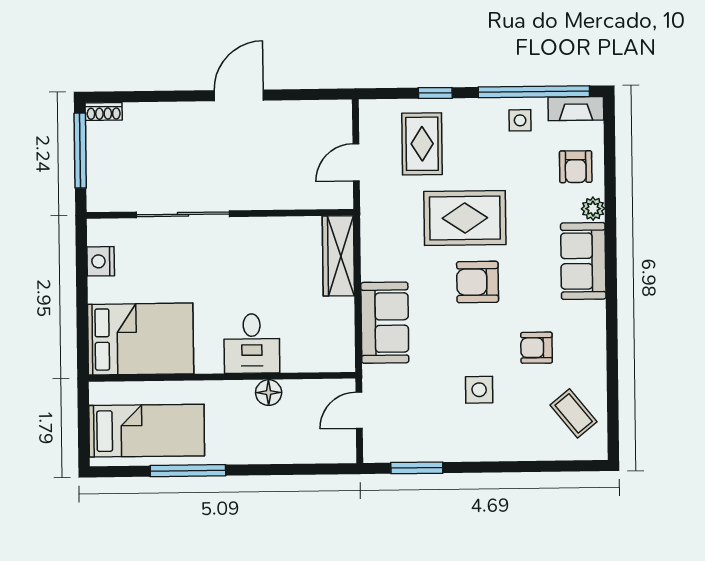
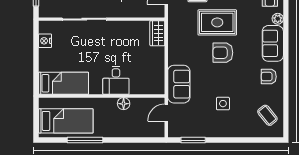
wardrobe: (338, 256) -> (157, 33), width x0.67
sofa: (385, 323) -> (179, 84), moved
bed: (141, 339) -> (63, 83), width x0.67
armchair: (537, 348) -> (269, 77), moved

